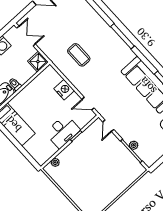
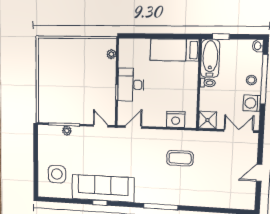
double door: (26, 36) -> (239, 131), swing flipped
nightstand: (64, 90) -> (176, 119), moved

